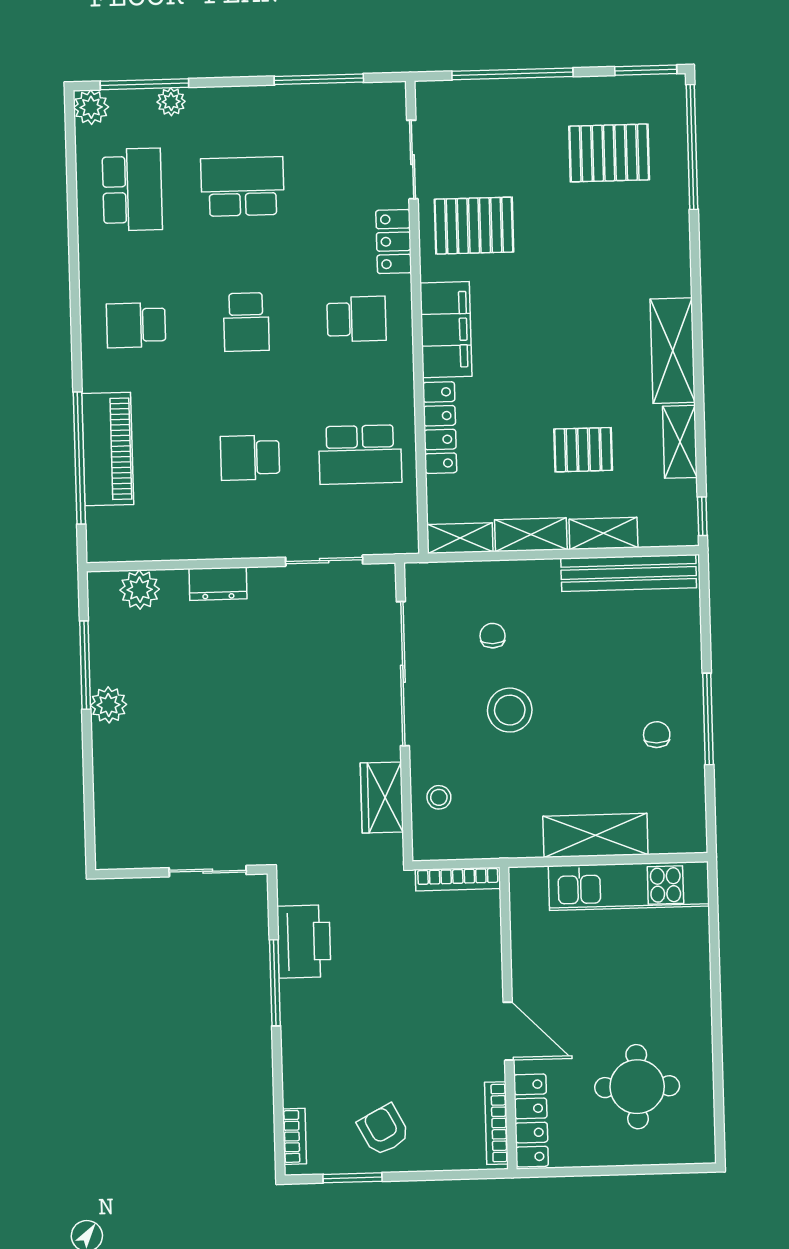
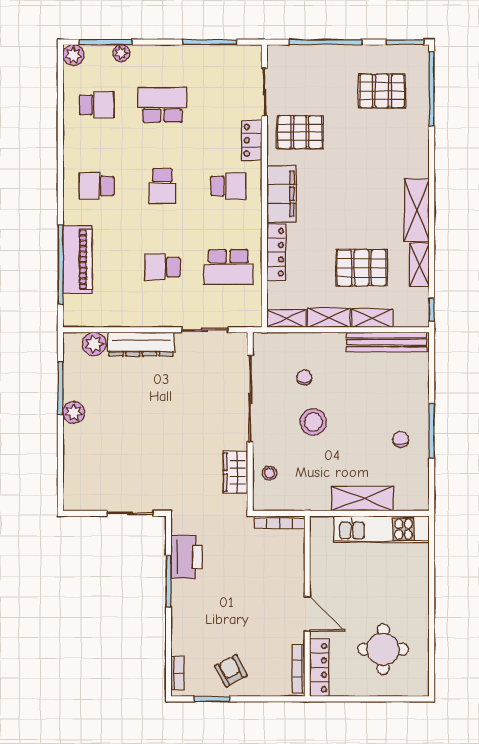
school desk: (132, 190) -> (97, 105), width x0.54
pallet: (583, 450) -> (362, 268), width x1.50, depth x1.42
dresser: (218, 584) -> (141, 344), width x1.96, depth x1.24

